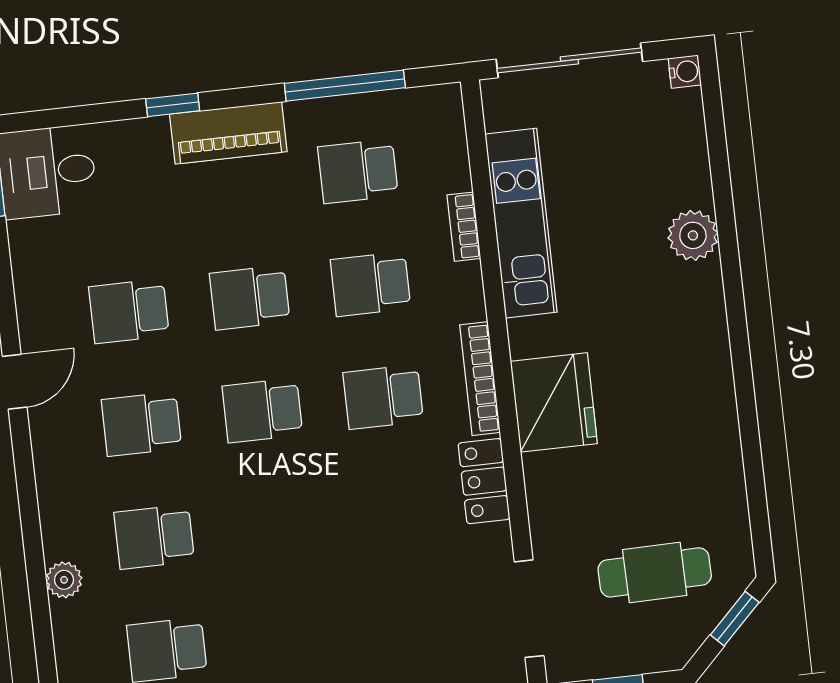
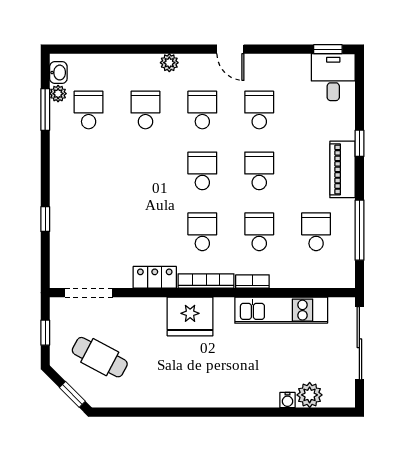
water cooler: (685, 72) -> (287, 400), moved
bookcase: (464, 227) -> (252, 281), moved
plant: (693, 235) -> (310, 395), moved
cafe table: (655, 572) -> (100, 357), turned -61
plant: (64, 580) -> (169, 63), moved

